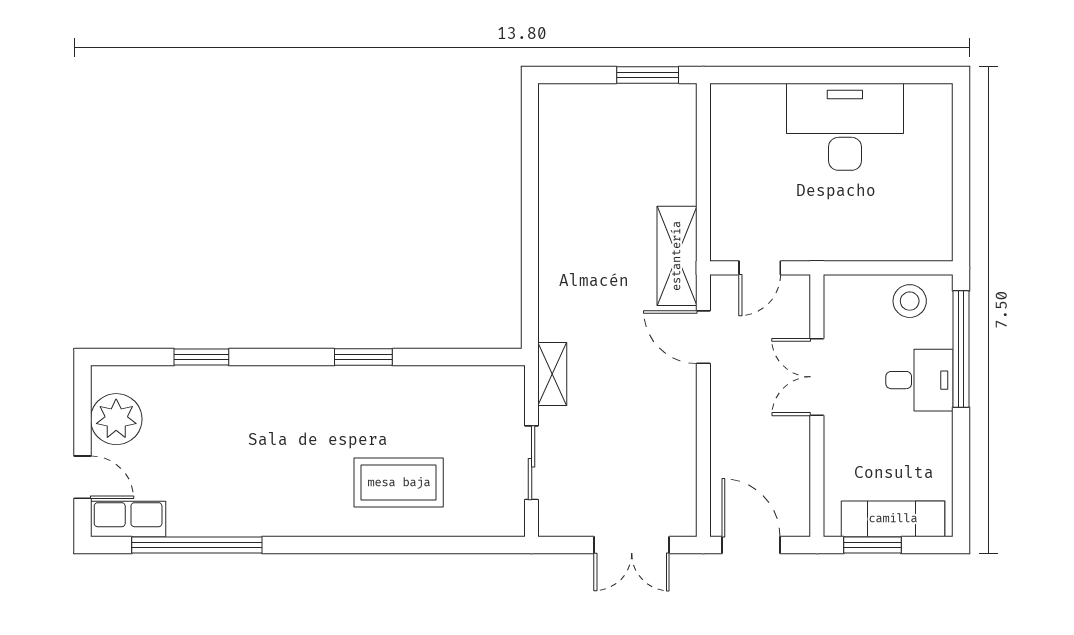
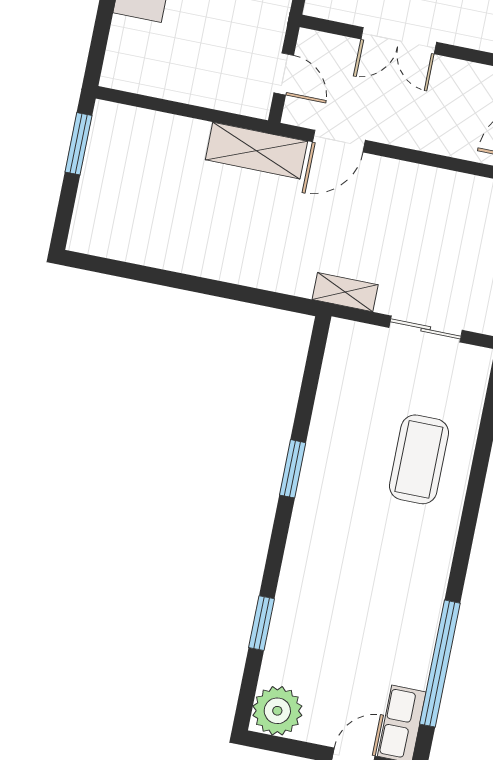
plant: (116, 419) -> (277, 711), moved

